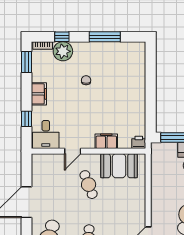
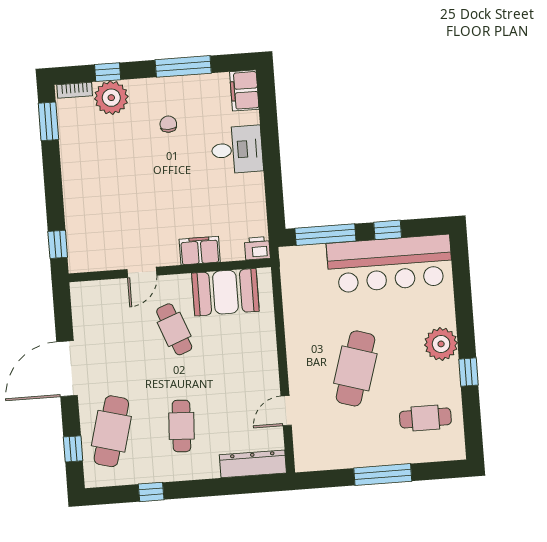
chair: (86, 80) -> (168, 124), moved
filing cabinet: (39, 94) -> (244, 90), moved, turned 180
window: (26, 119) -> (58, 244), moved
desk: (46, 134) -> (237, 150), moved, turned -90

